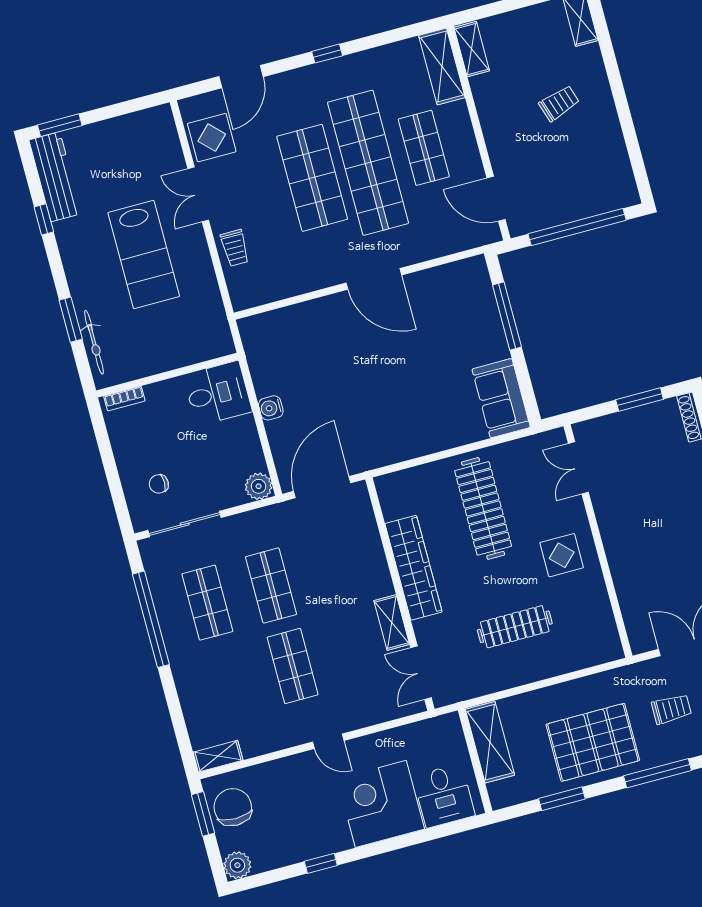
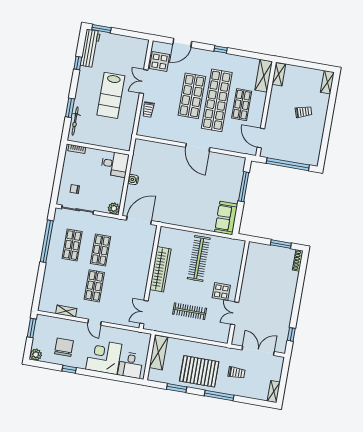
double door: (578, 468) -> (235, 313), moved
shelving: (392, 623) -> (142, 287), removed
shelving: (218, 756) -> (66, 311), moved
chair: (233, 807) -> (64, 347), moved

